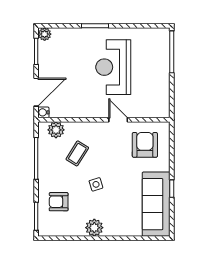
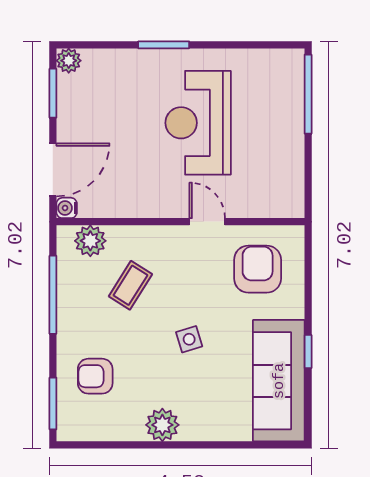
side table: (96, 184) -> (189, 339), moved

